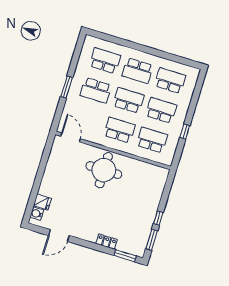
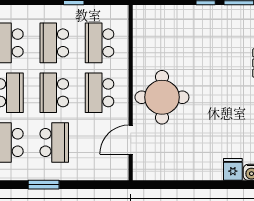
window: (67, 87) -> (44, 185), moved
door: (71, 137) -> (131, 140), moved

